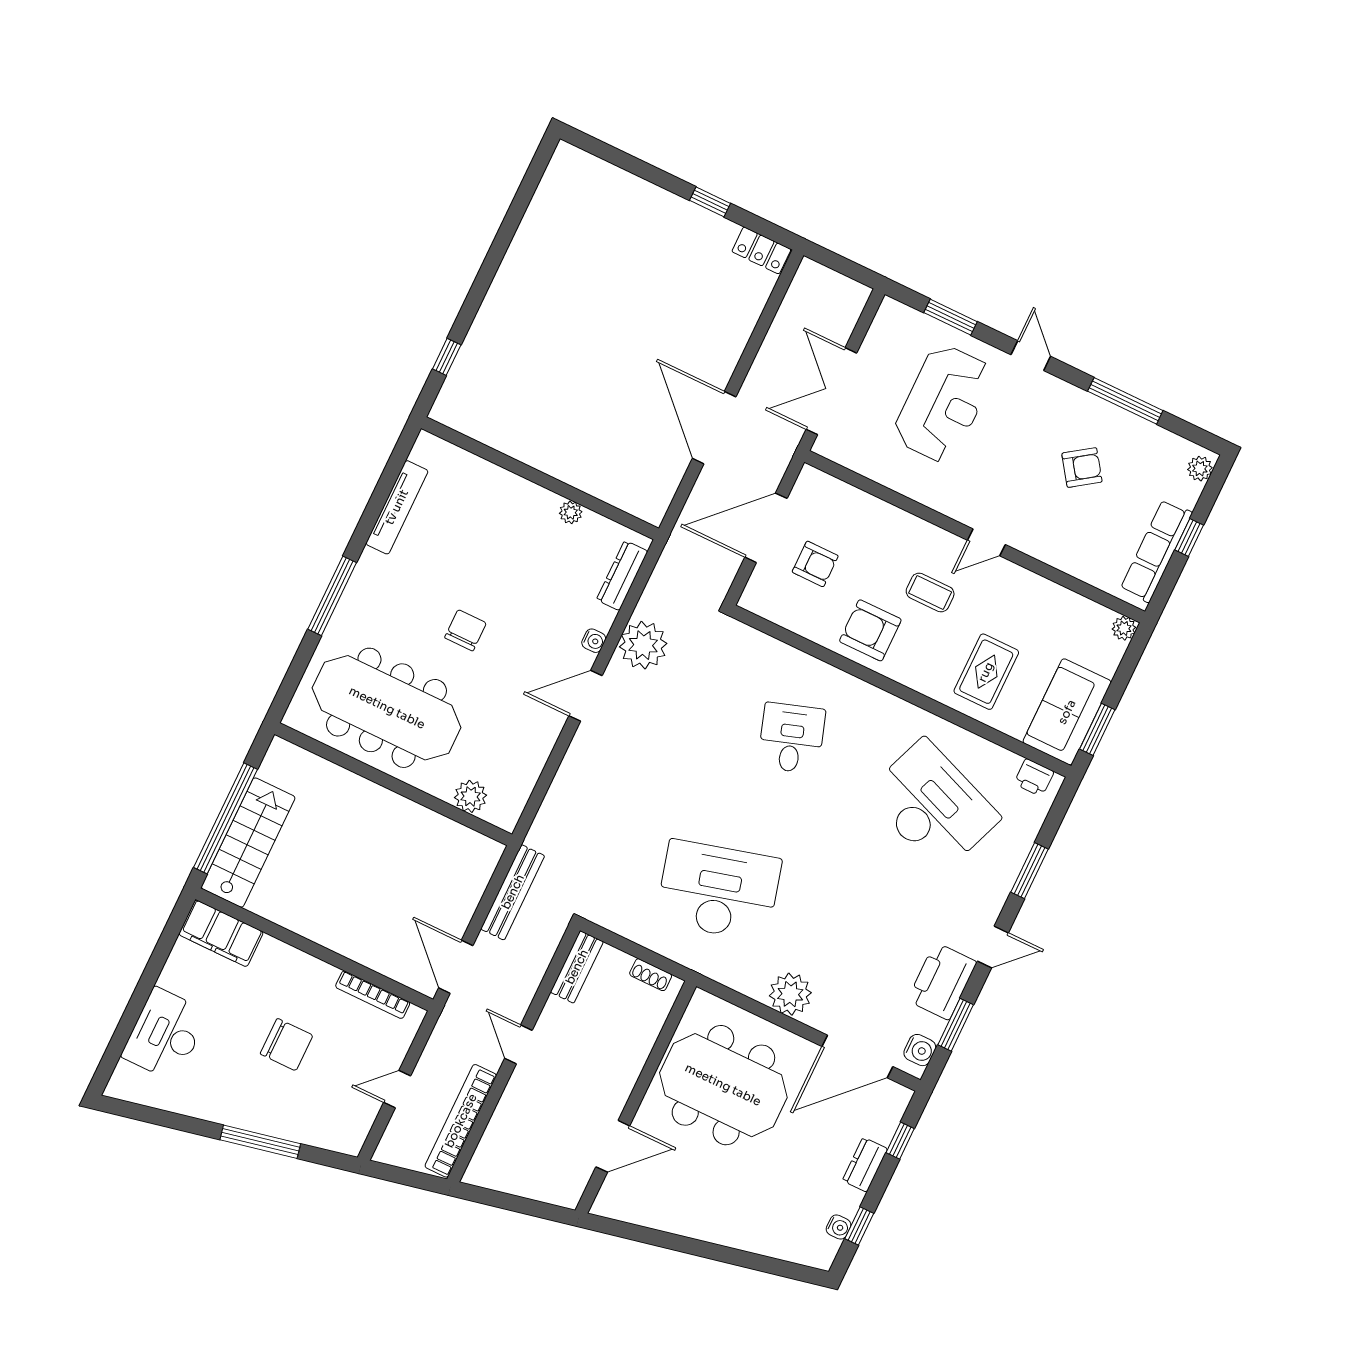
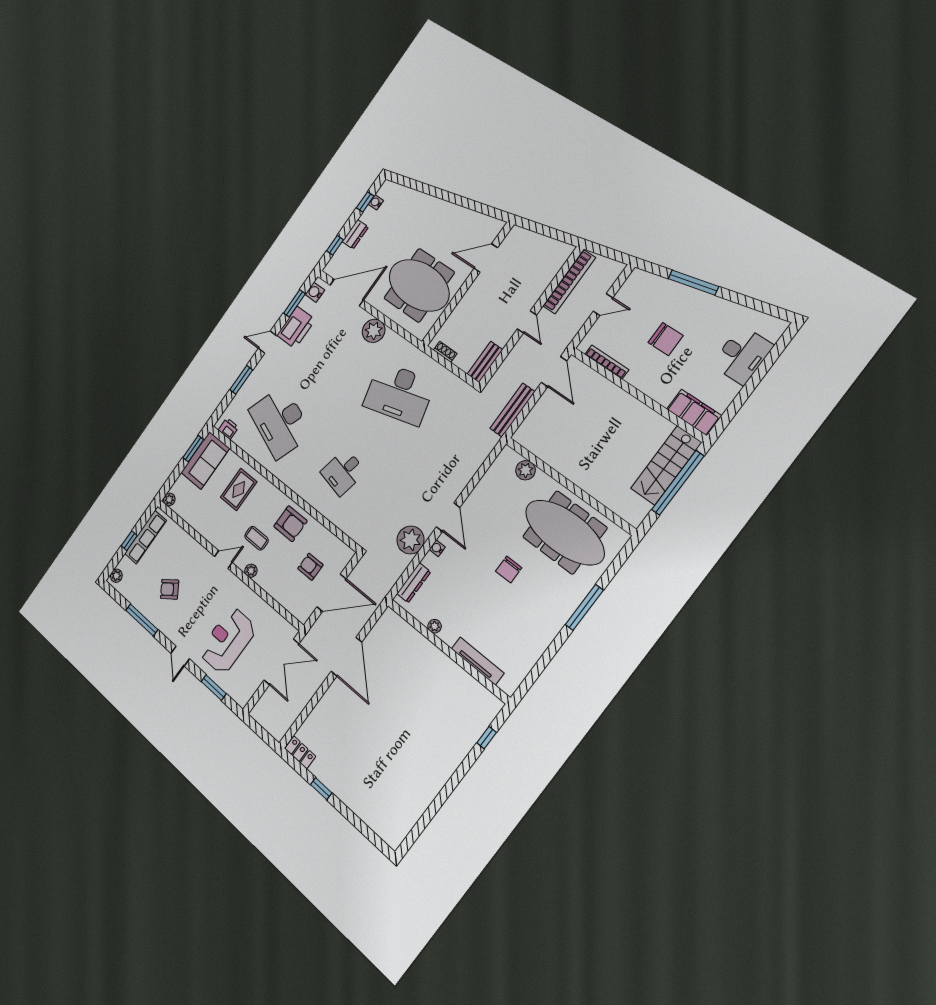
tv unit: (397, 507) -> (478, 661), moved, turned 90
plant: (927, 534) -> (251, 571), added
door: (586, 696) -> (448, 517), hinge flipped
desk: (791, 738) -> (343, 472), turned 30
chair: (287, 1045) -> (666, 339), turned 180

